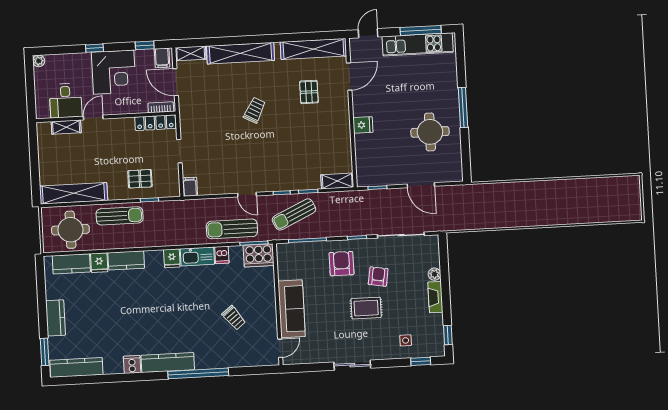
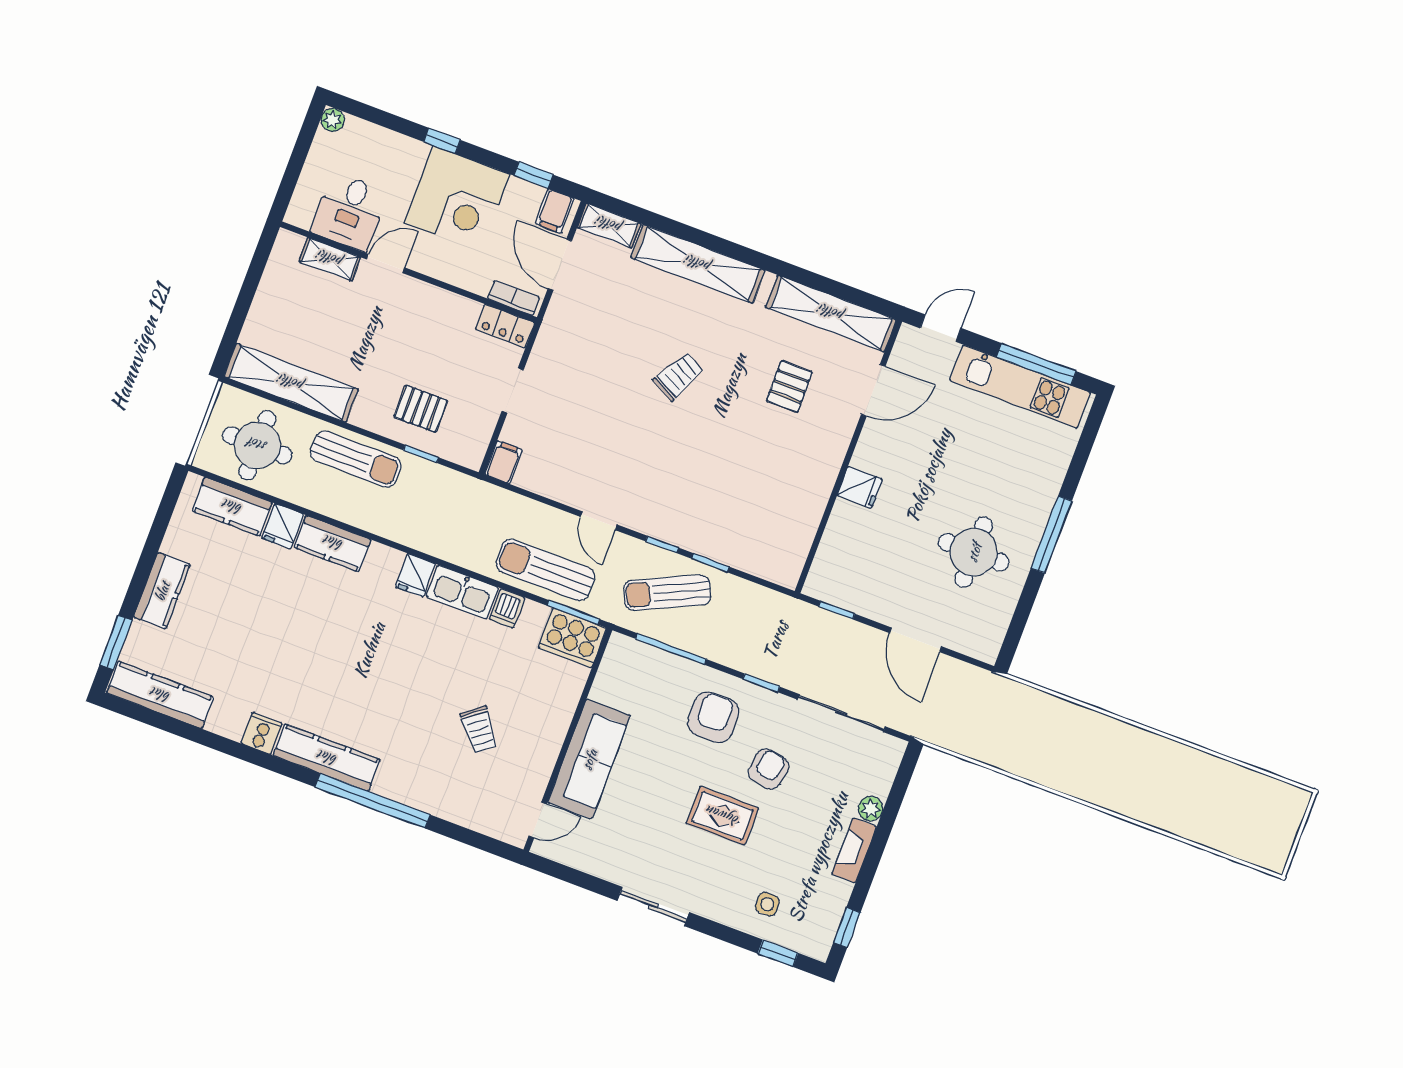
locker: (155, 123) -> (505, 326), width x0.66
shelving: (337, 181) -> (770, 567), removed

